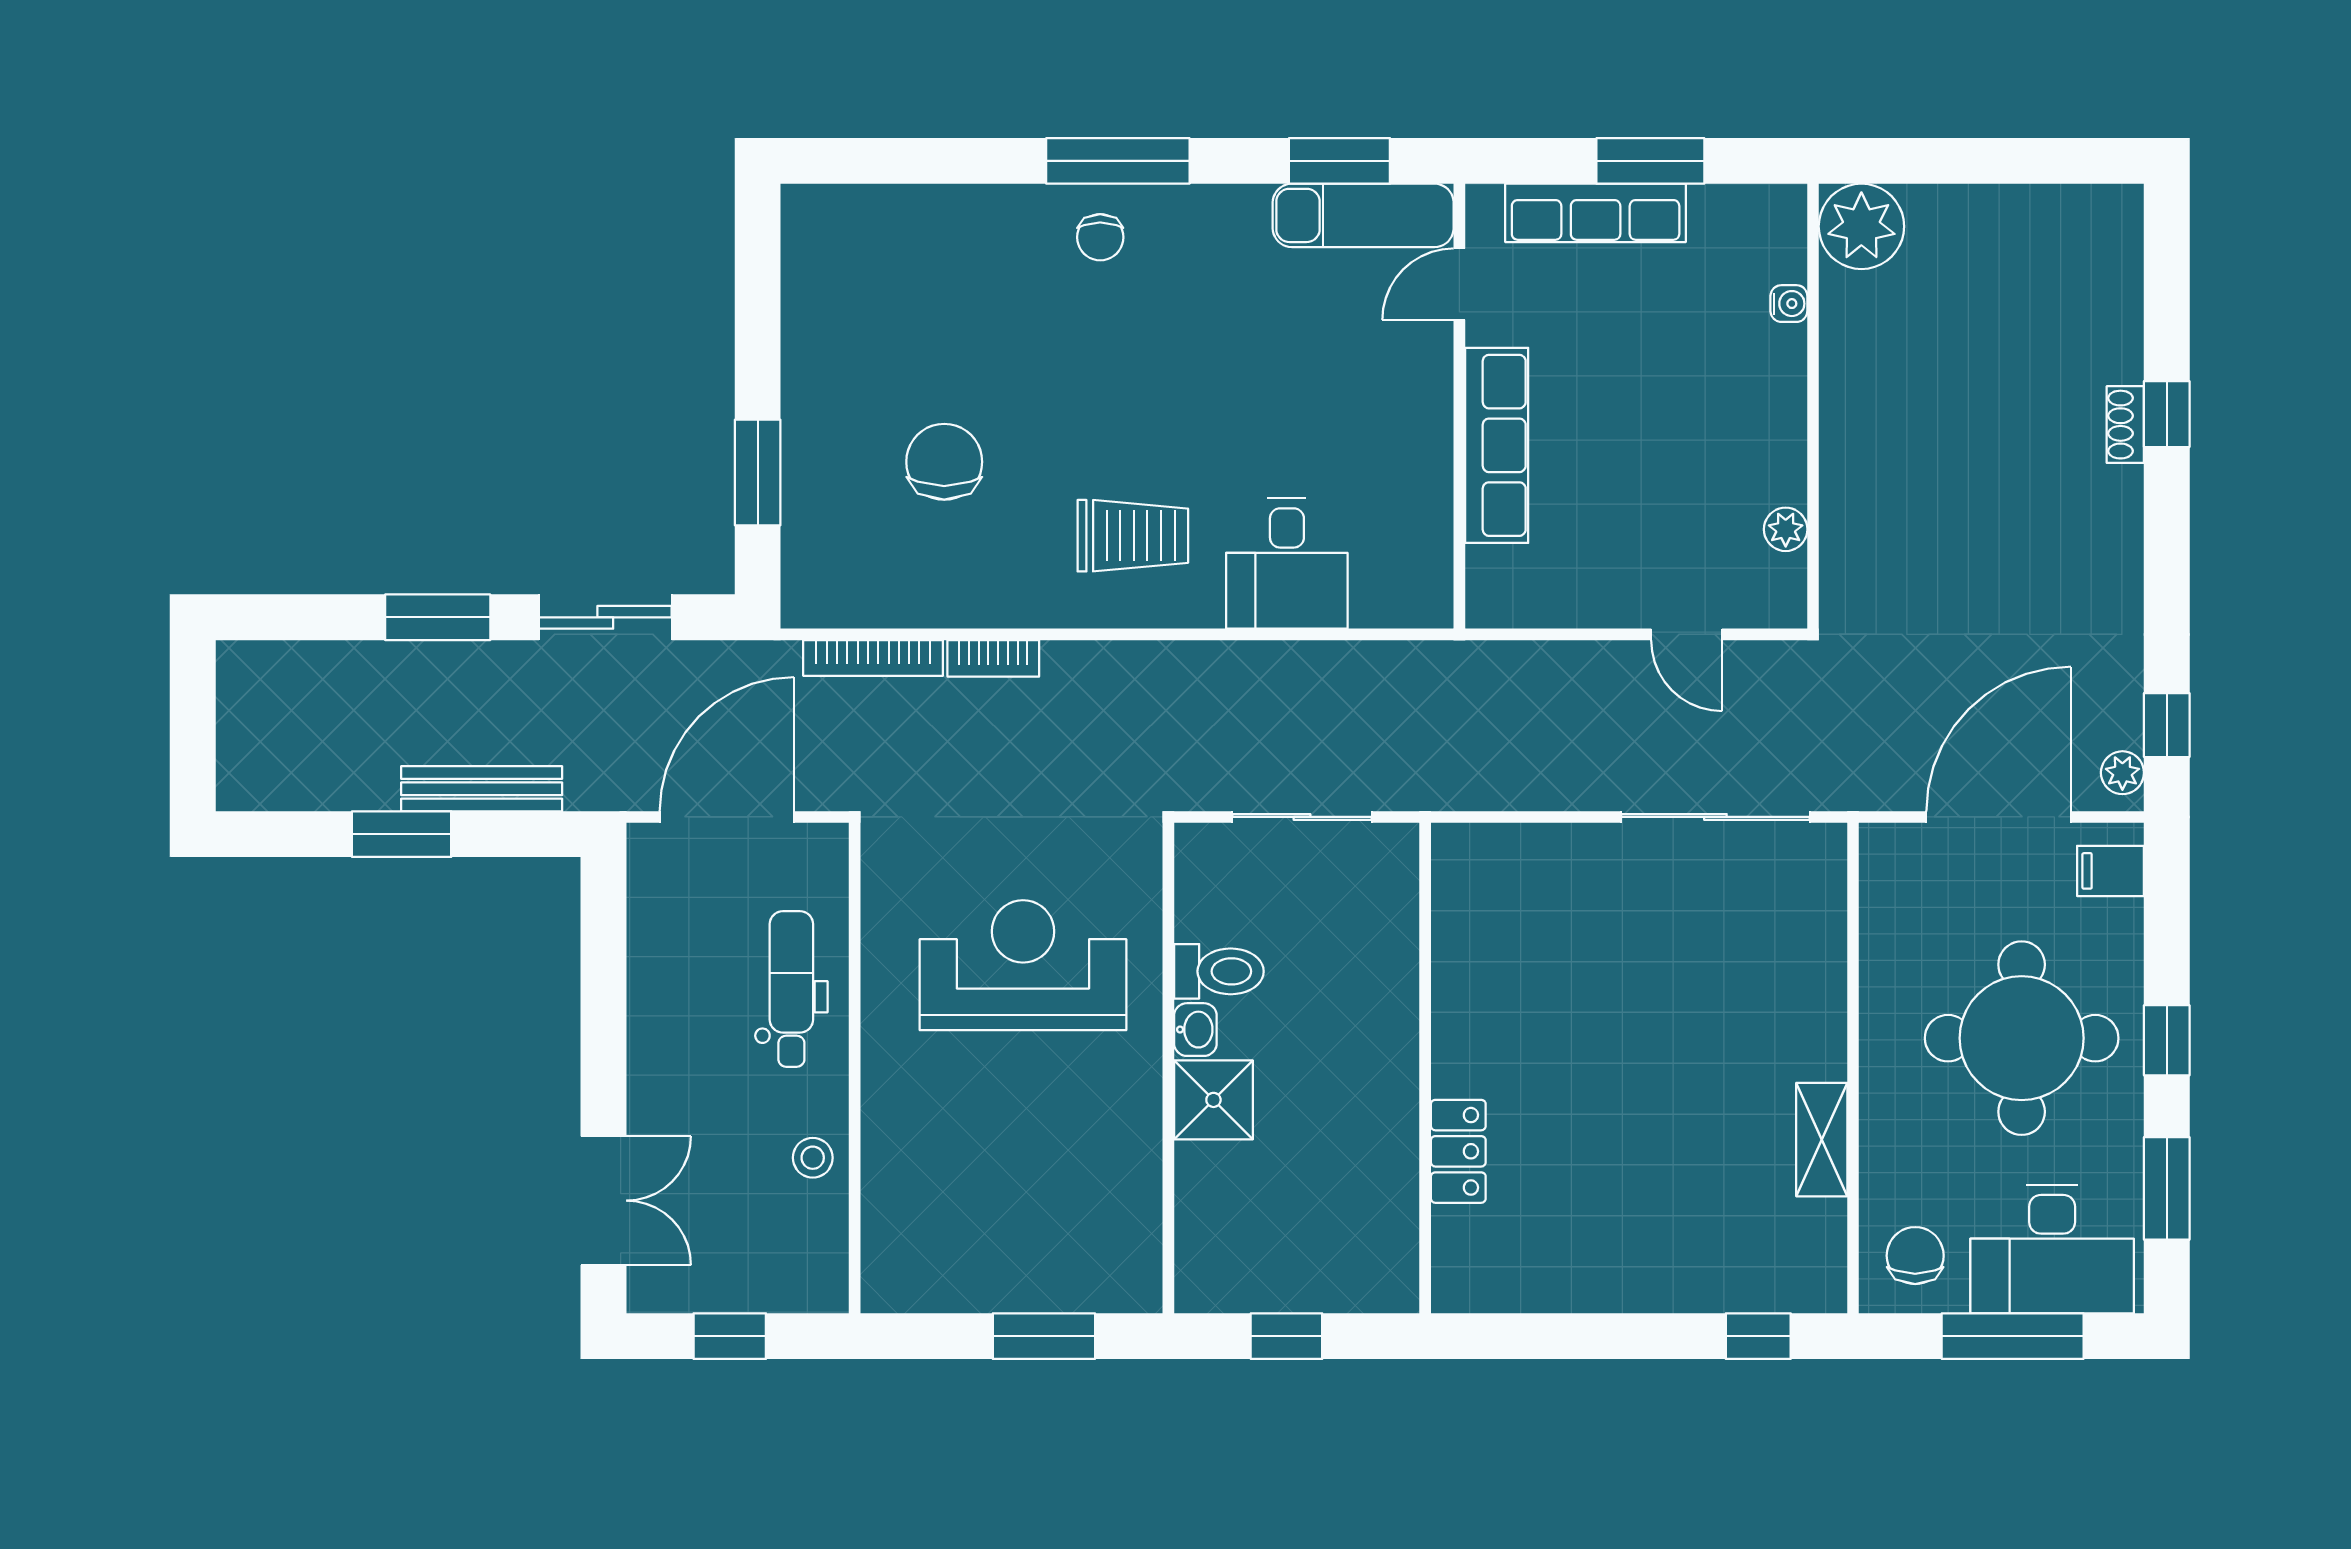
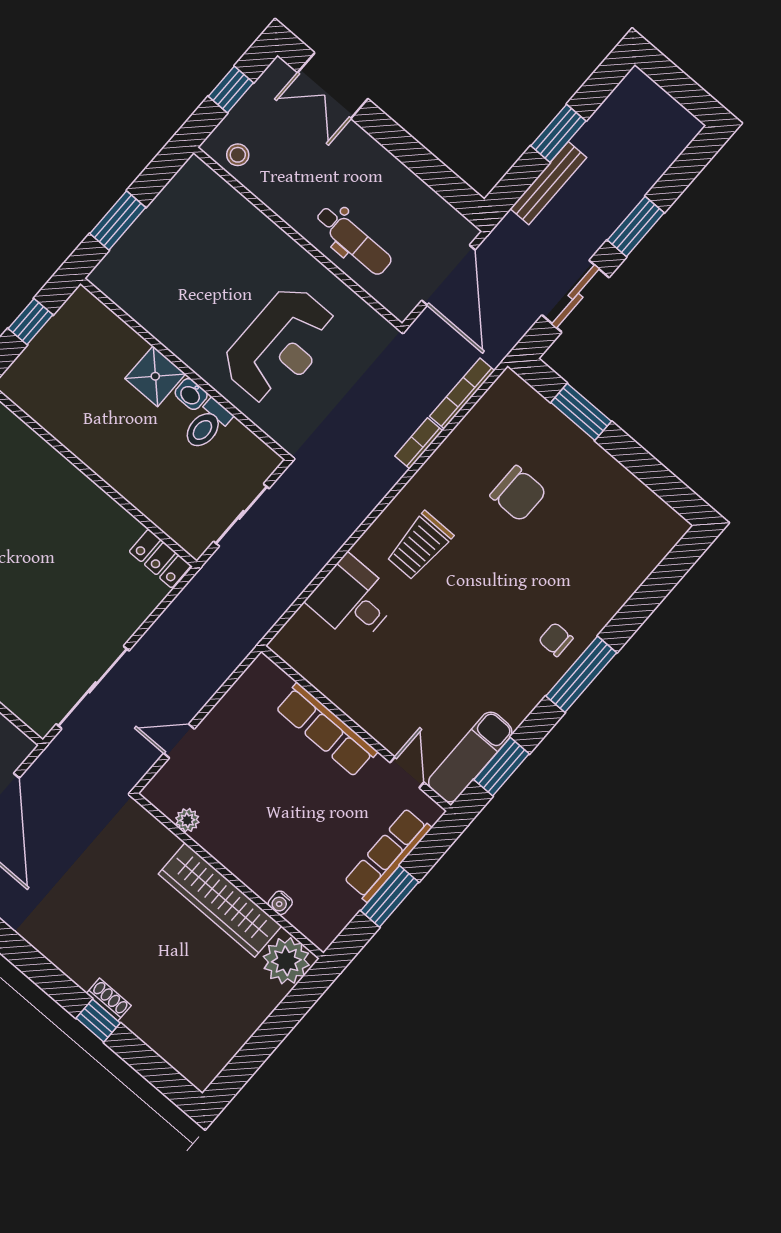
wardrobe: (1856, 390) -> (220, 900), added
locker: (1458, 1151) -> (160, 559), moved
stool: (813, 1158) -> (238, 155), moved

